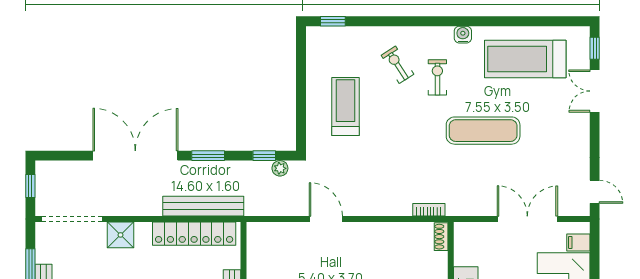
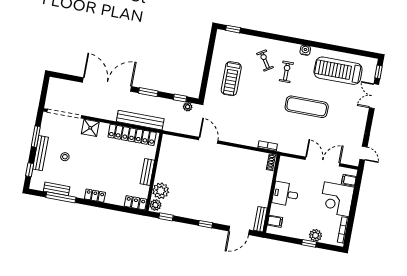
treadmill: (346, 106) -> (231, 79), turned 180
window: (30, 186) -> (44, 91), removed

